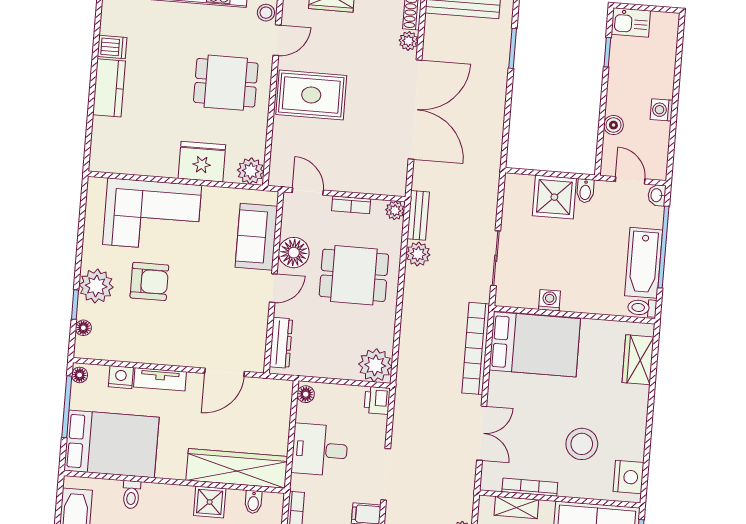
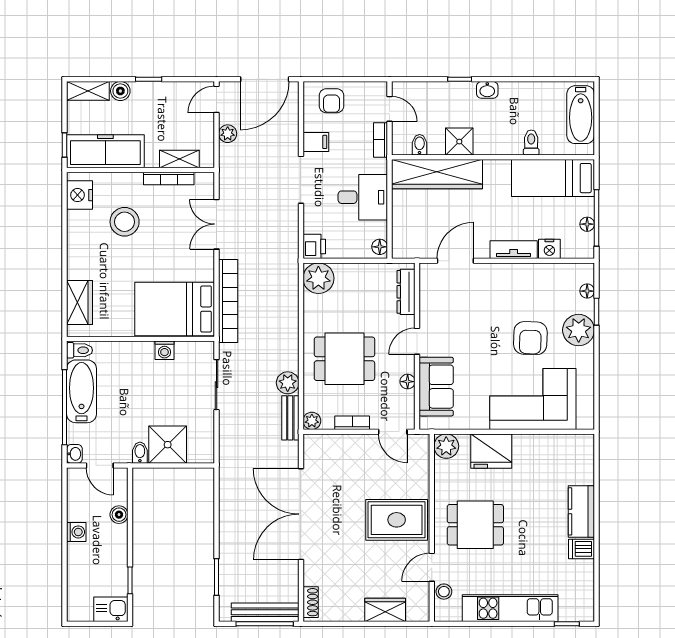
plant: (409, 41) -> (312, 576), removed
floor lamp: (294, 253) -> (408, 382), width x0.53, depth x0.53
armchair: (149, 281) -> (530, 338), turned -88
floor lamp: (80, 375) -> (587, 224), moved
bed: (111, 444) -> (553, 178), width x0.67

